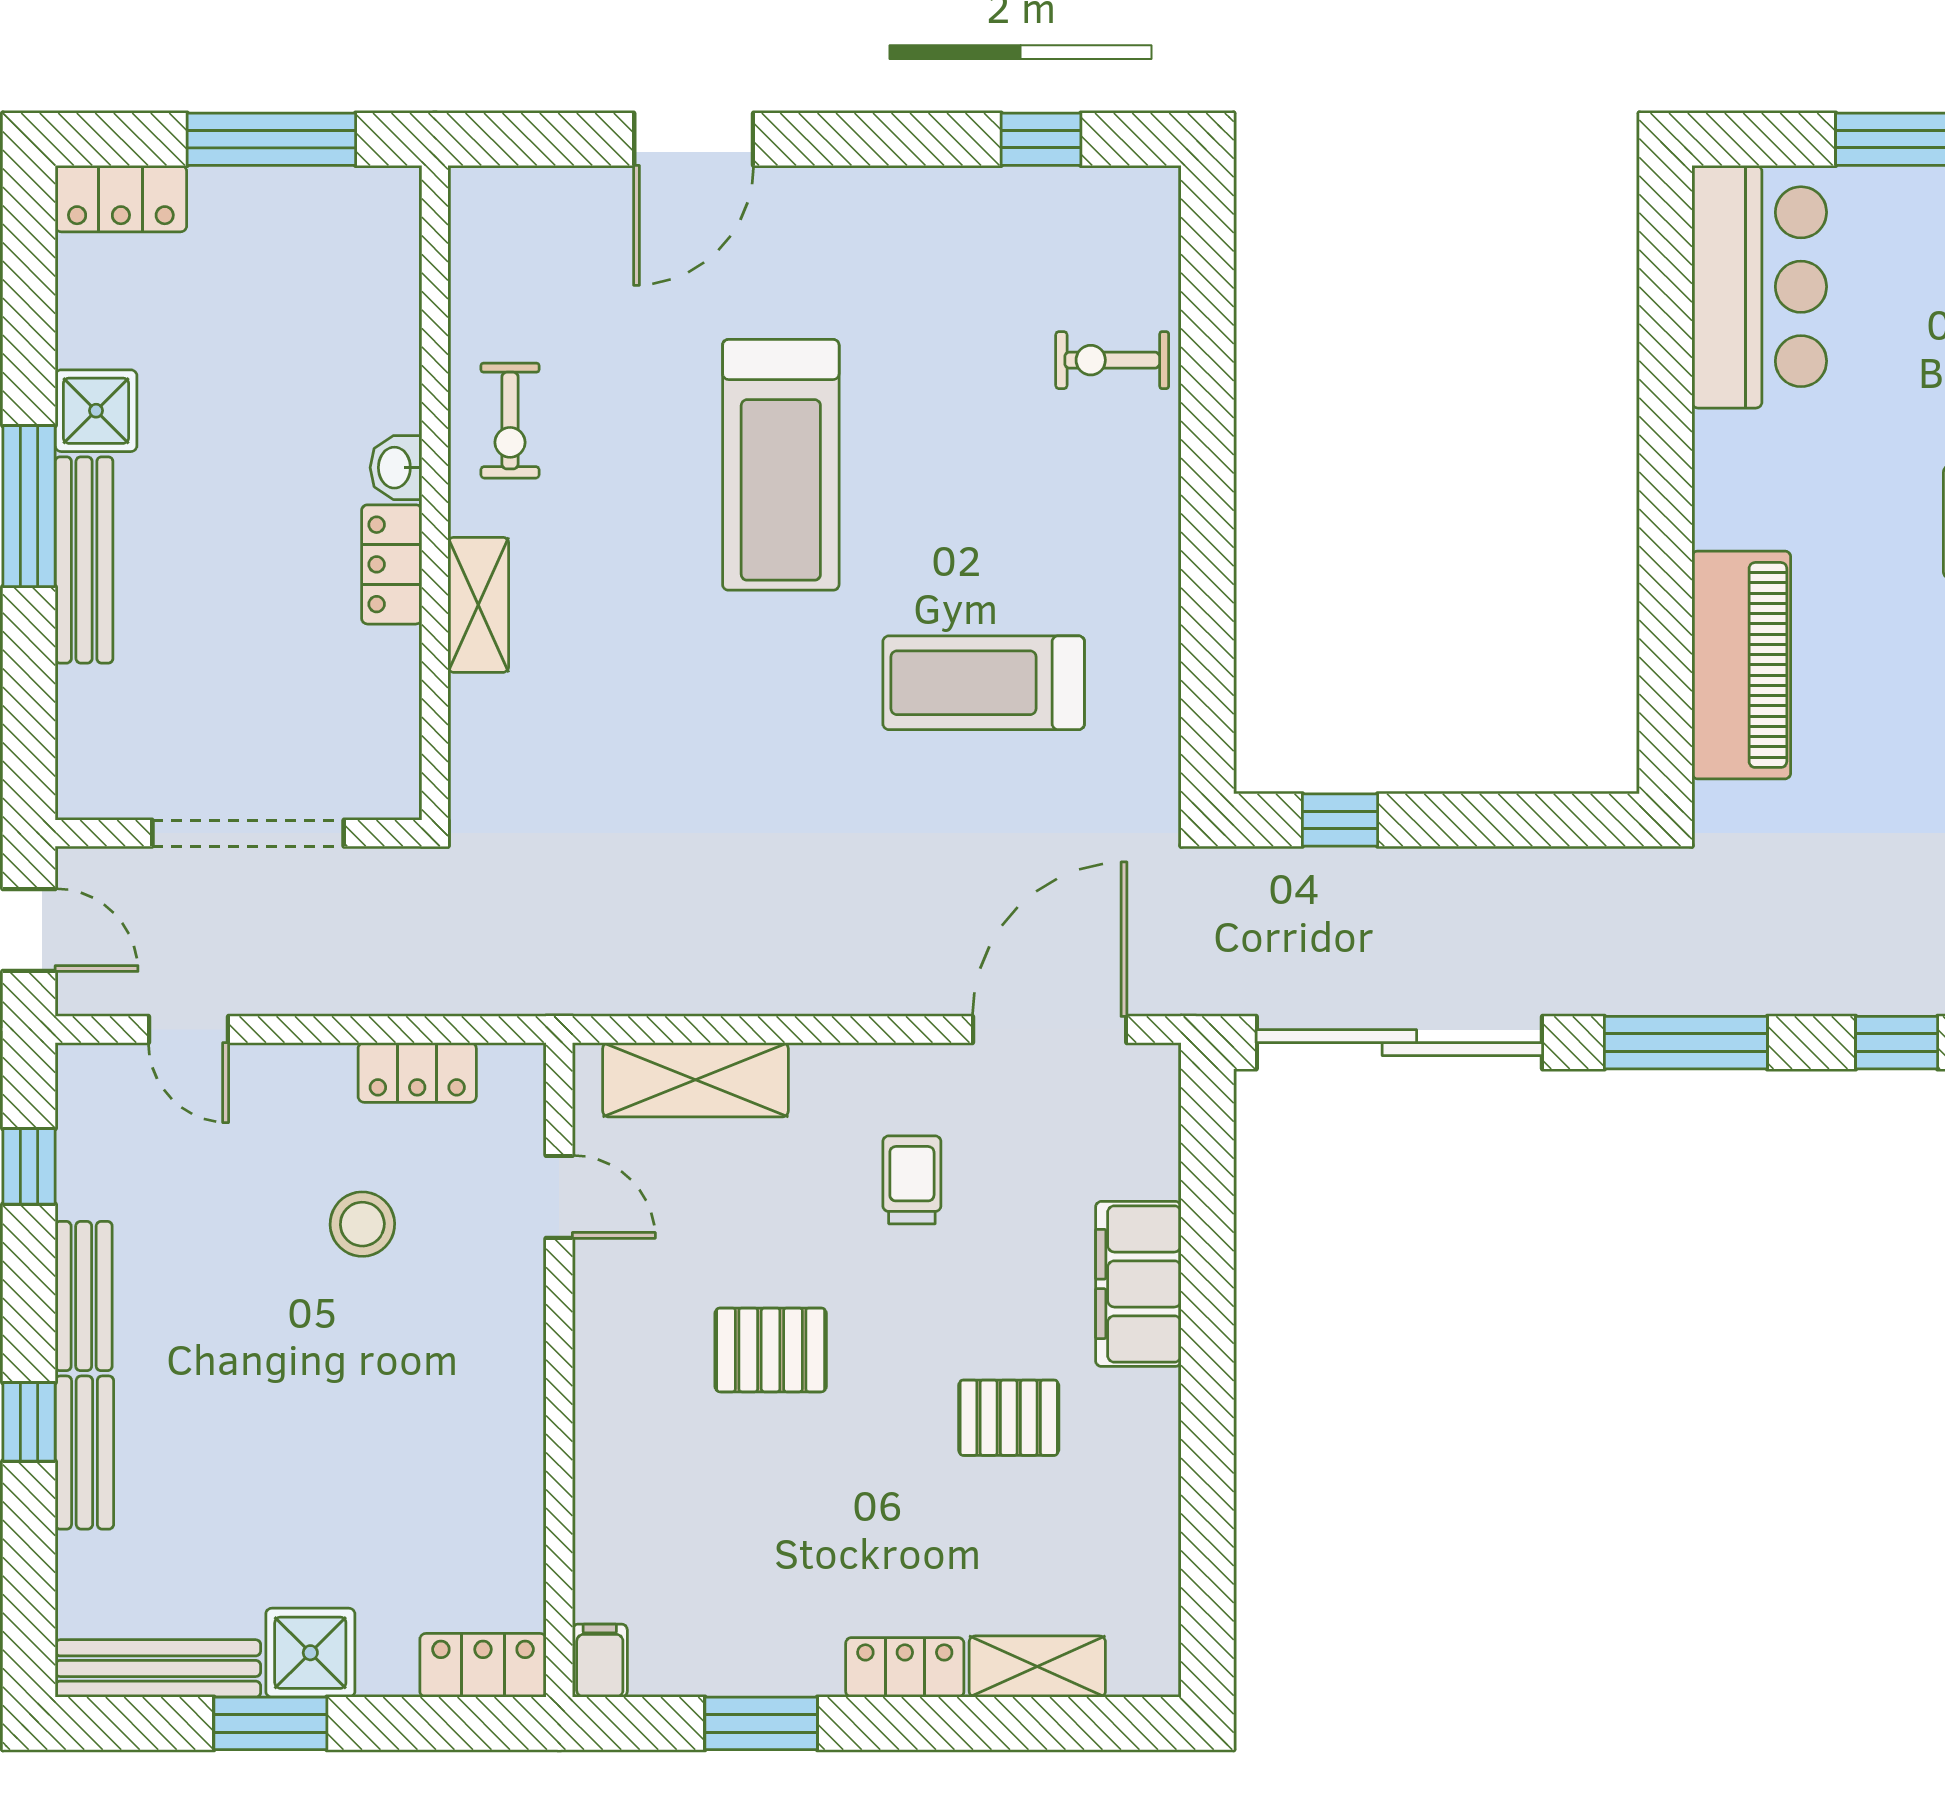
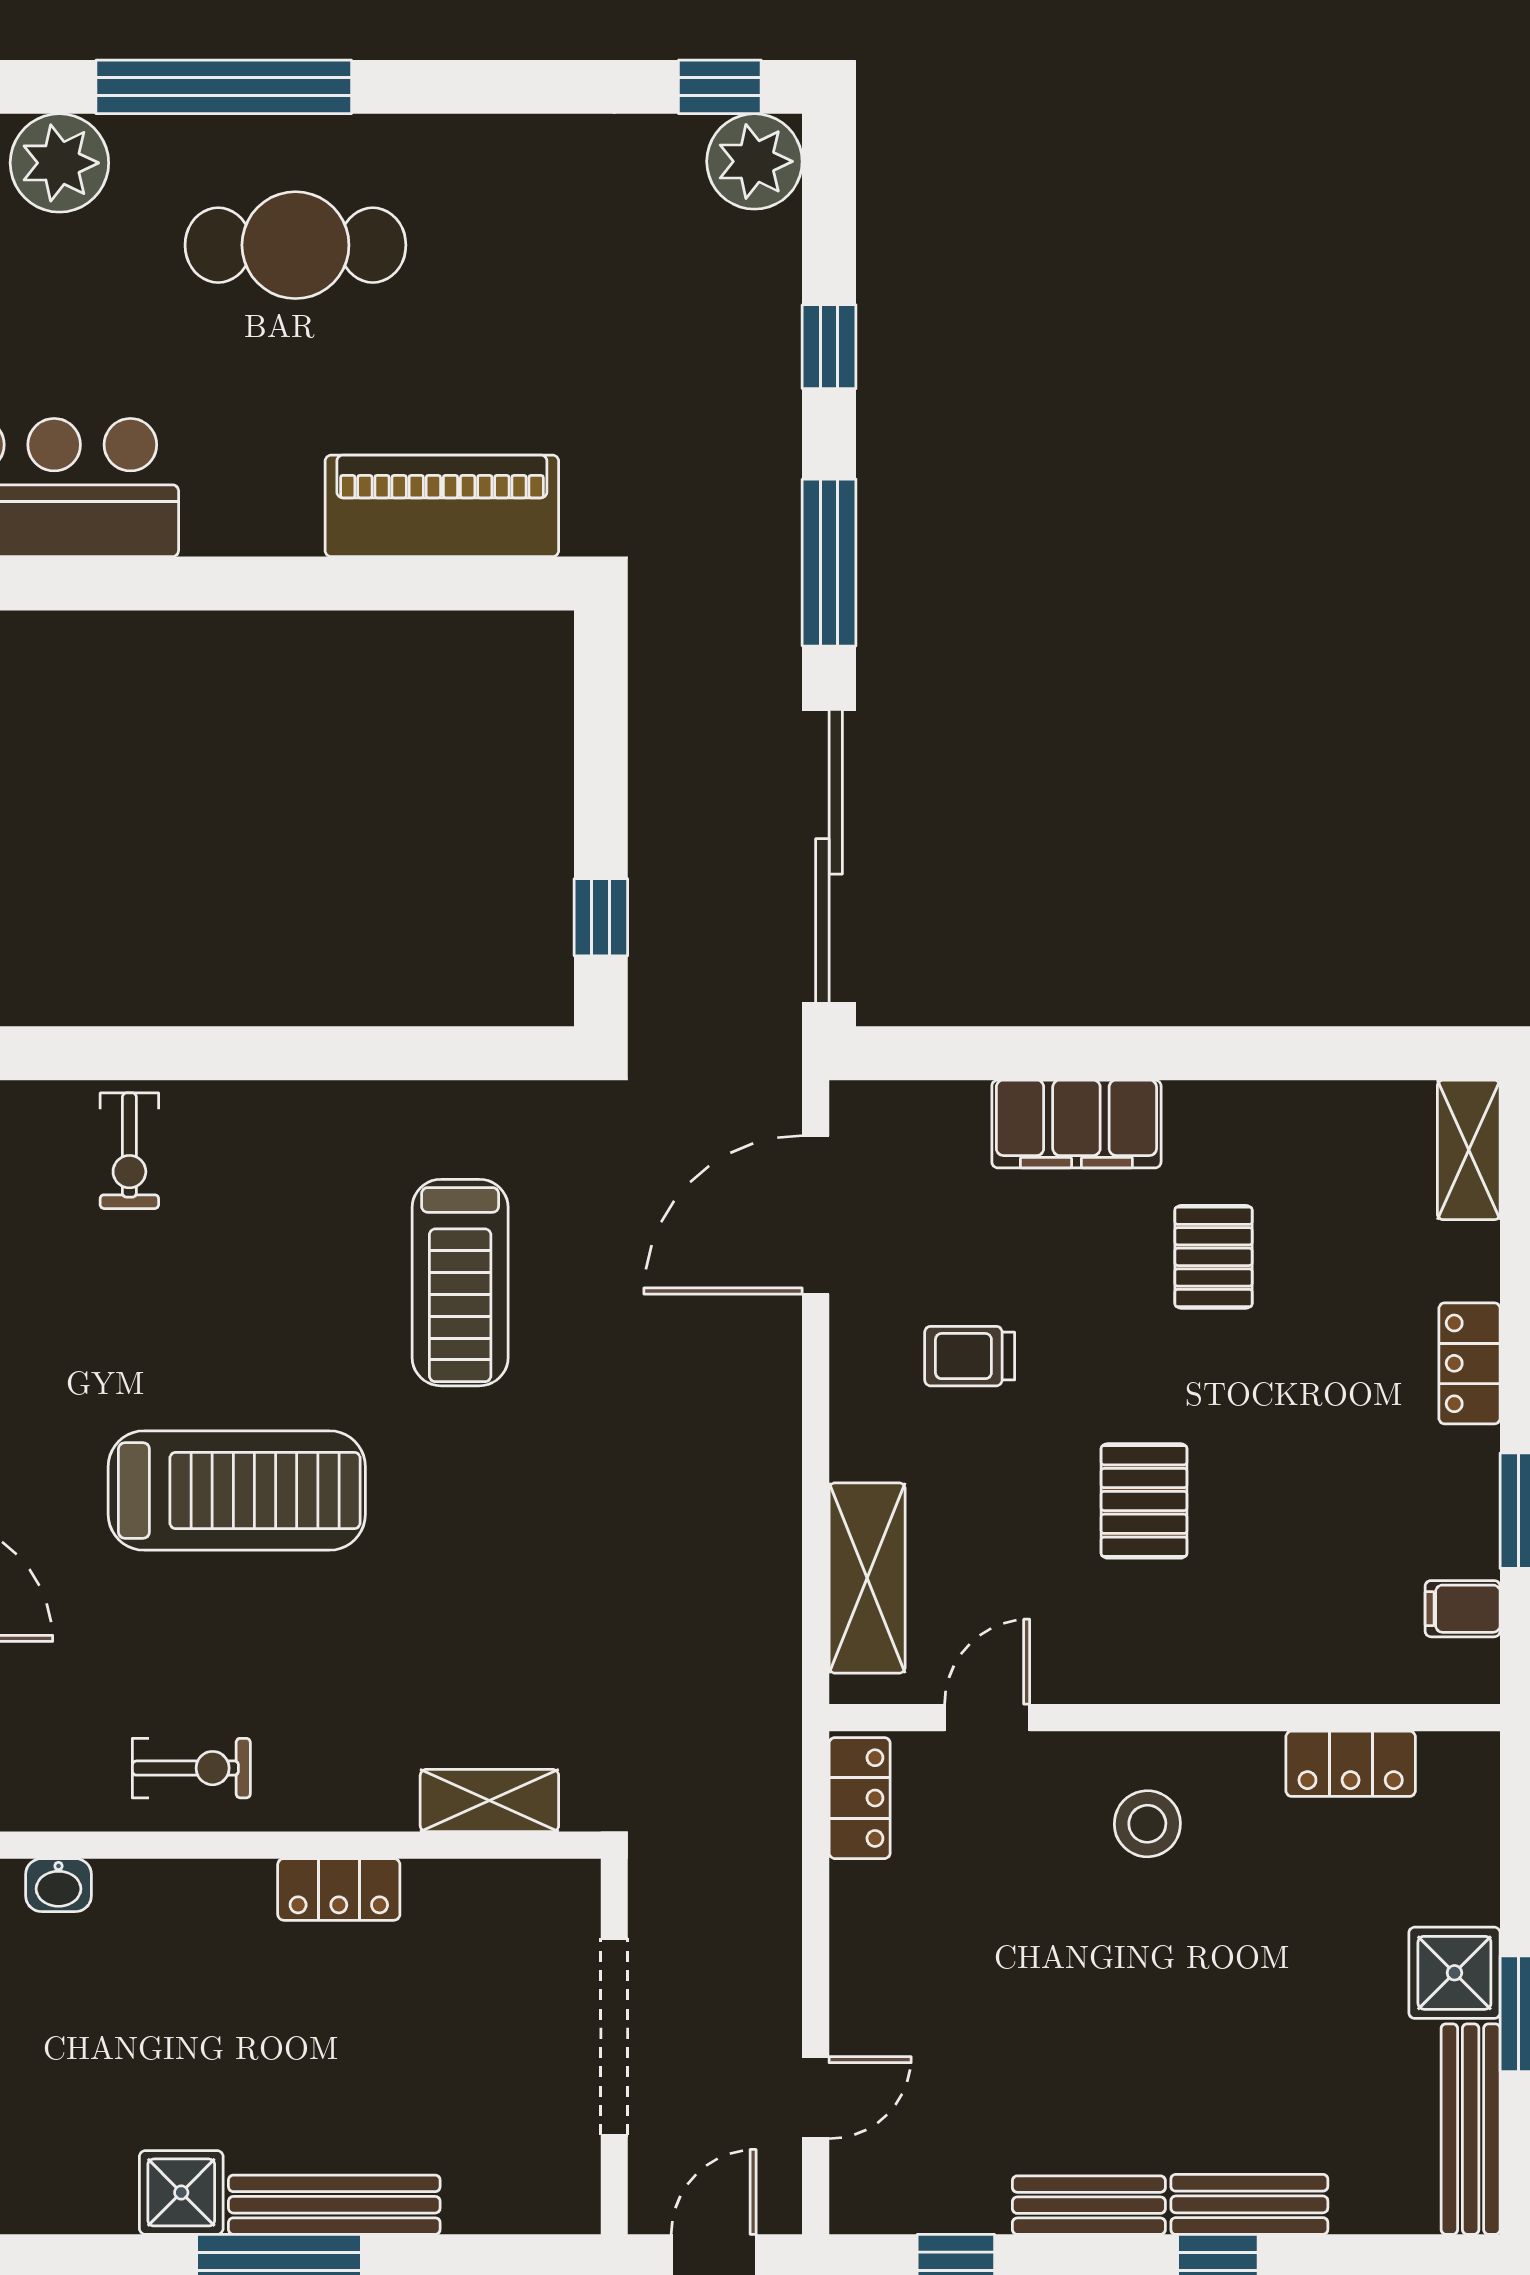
washbasin: (396, 468) -> (58, 1885), moved
shelving: (478, 605) -> (489, 1801), moved
door: (1050, 1030) -> (816, 1215), hinge flipped
locker: (417, 1072) -> (860, 1798), moved
stool: (362, 1224) -> (1147, 1824), moved
filing cabinet: (600, 1661) -> (1463, 1609), moved
locker: (483, 1665) -> (1351, 1764), moved, turned -90
shelving: (1037, 1667) -> (1469, 1150), moved

